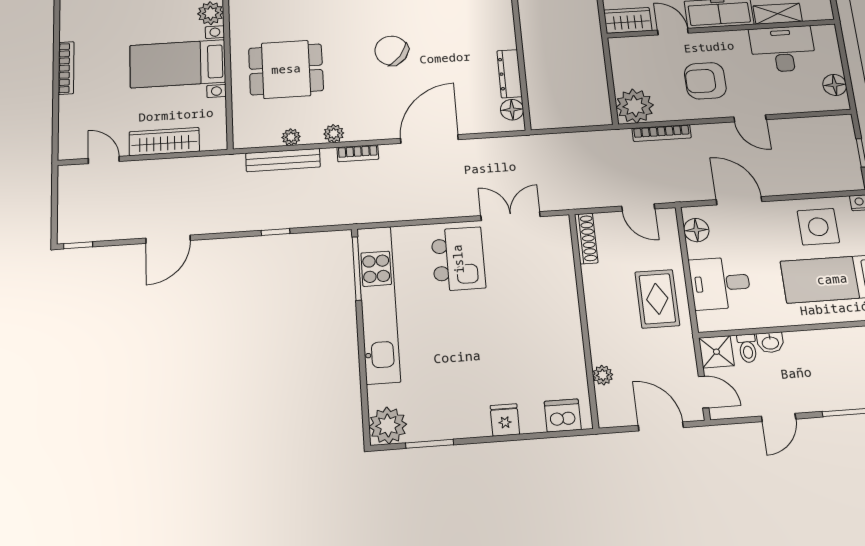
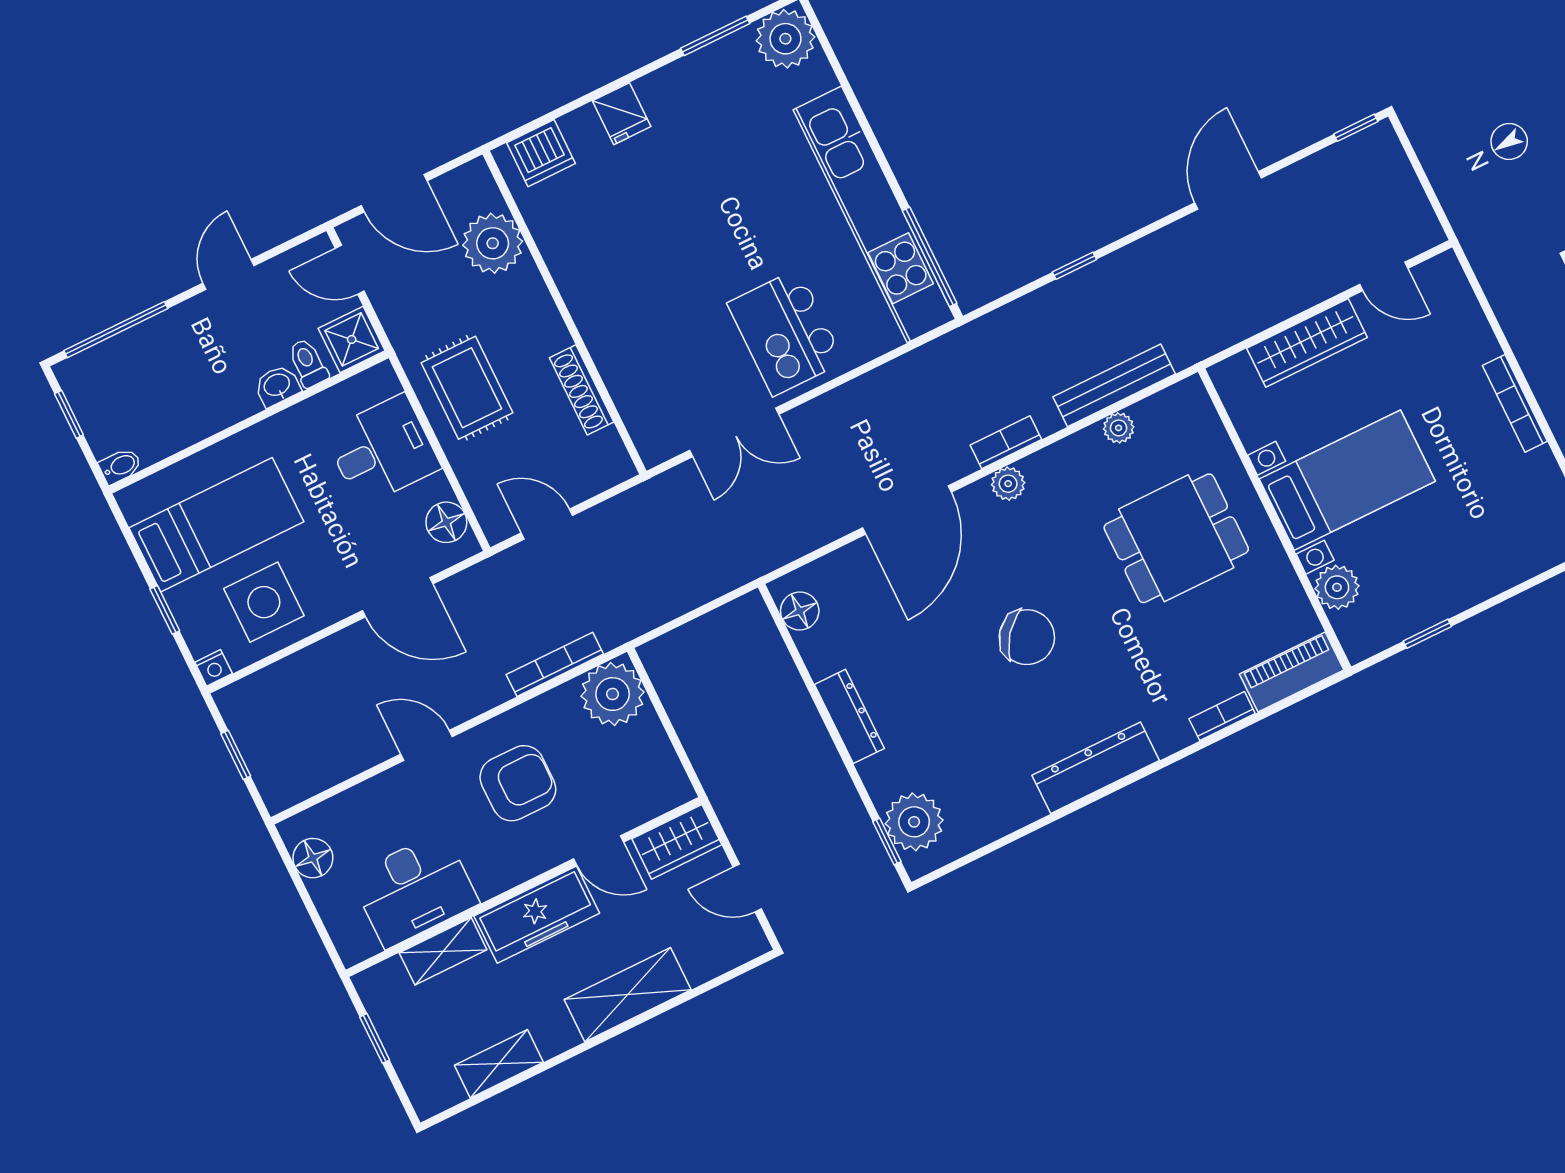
dresser: (510, 74) -> (849, 716), moved
plant: (334, 134) -> (1008, 484), moved
shoe rack: (586, 238) -> (582, 390), moved
plant: (603, 375) -> (493, 243), width x1.88, depth x1.88

